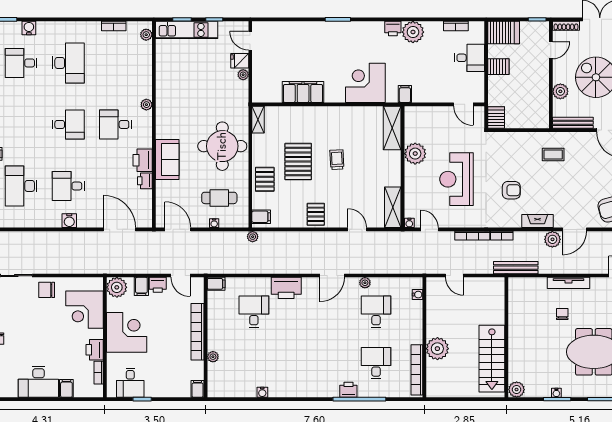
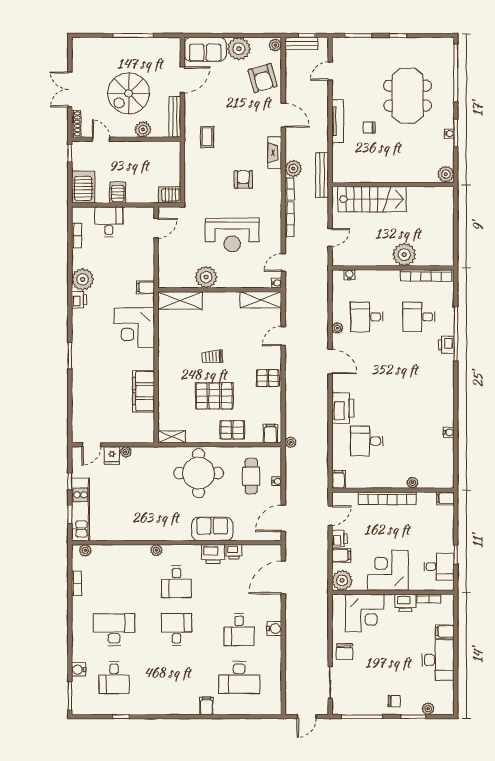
plant: (552, 239) -> (293, 168), moved
stairs: (492, 359) -> (372, 199), moved

